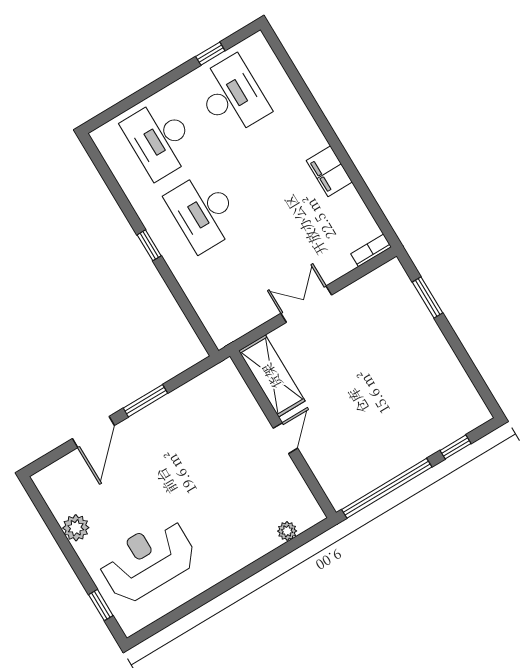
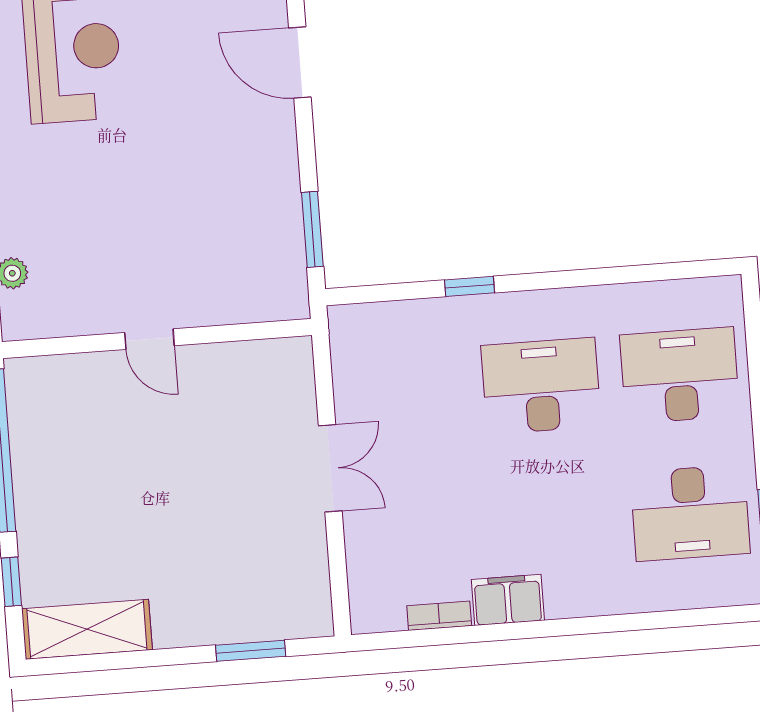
window: (149, 245) -> (470, 286), moved
bookcase: (371, 250) -> (439, 616), moved, turned -90
shelving: (272, 376) -> (87, 629), moved
window: (146, 401) -> (312, 229), moved

